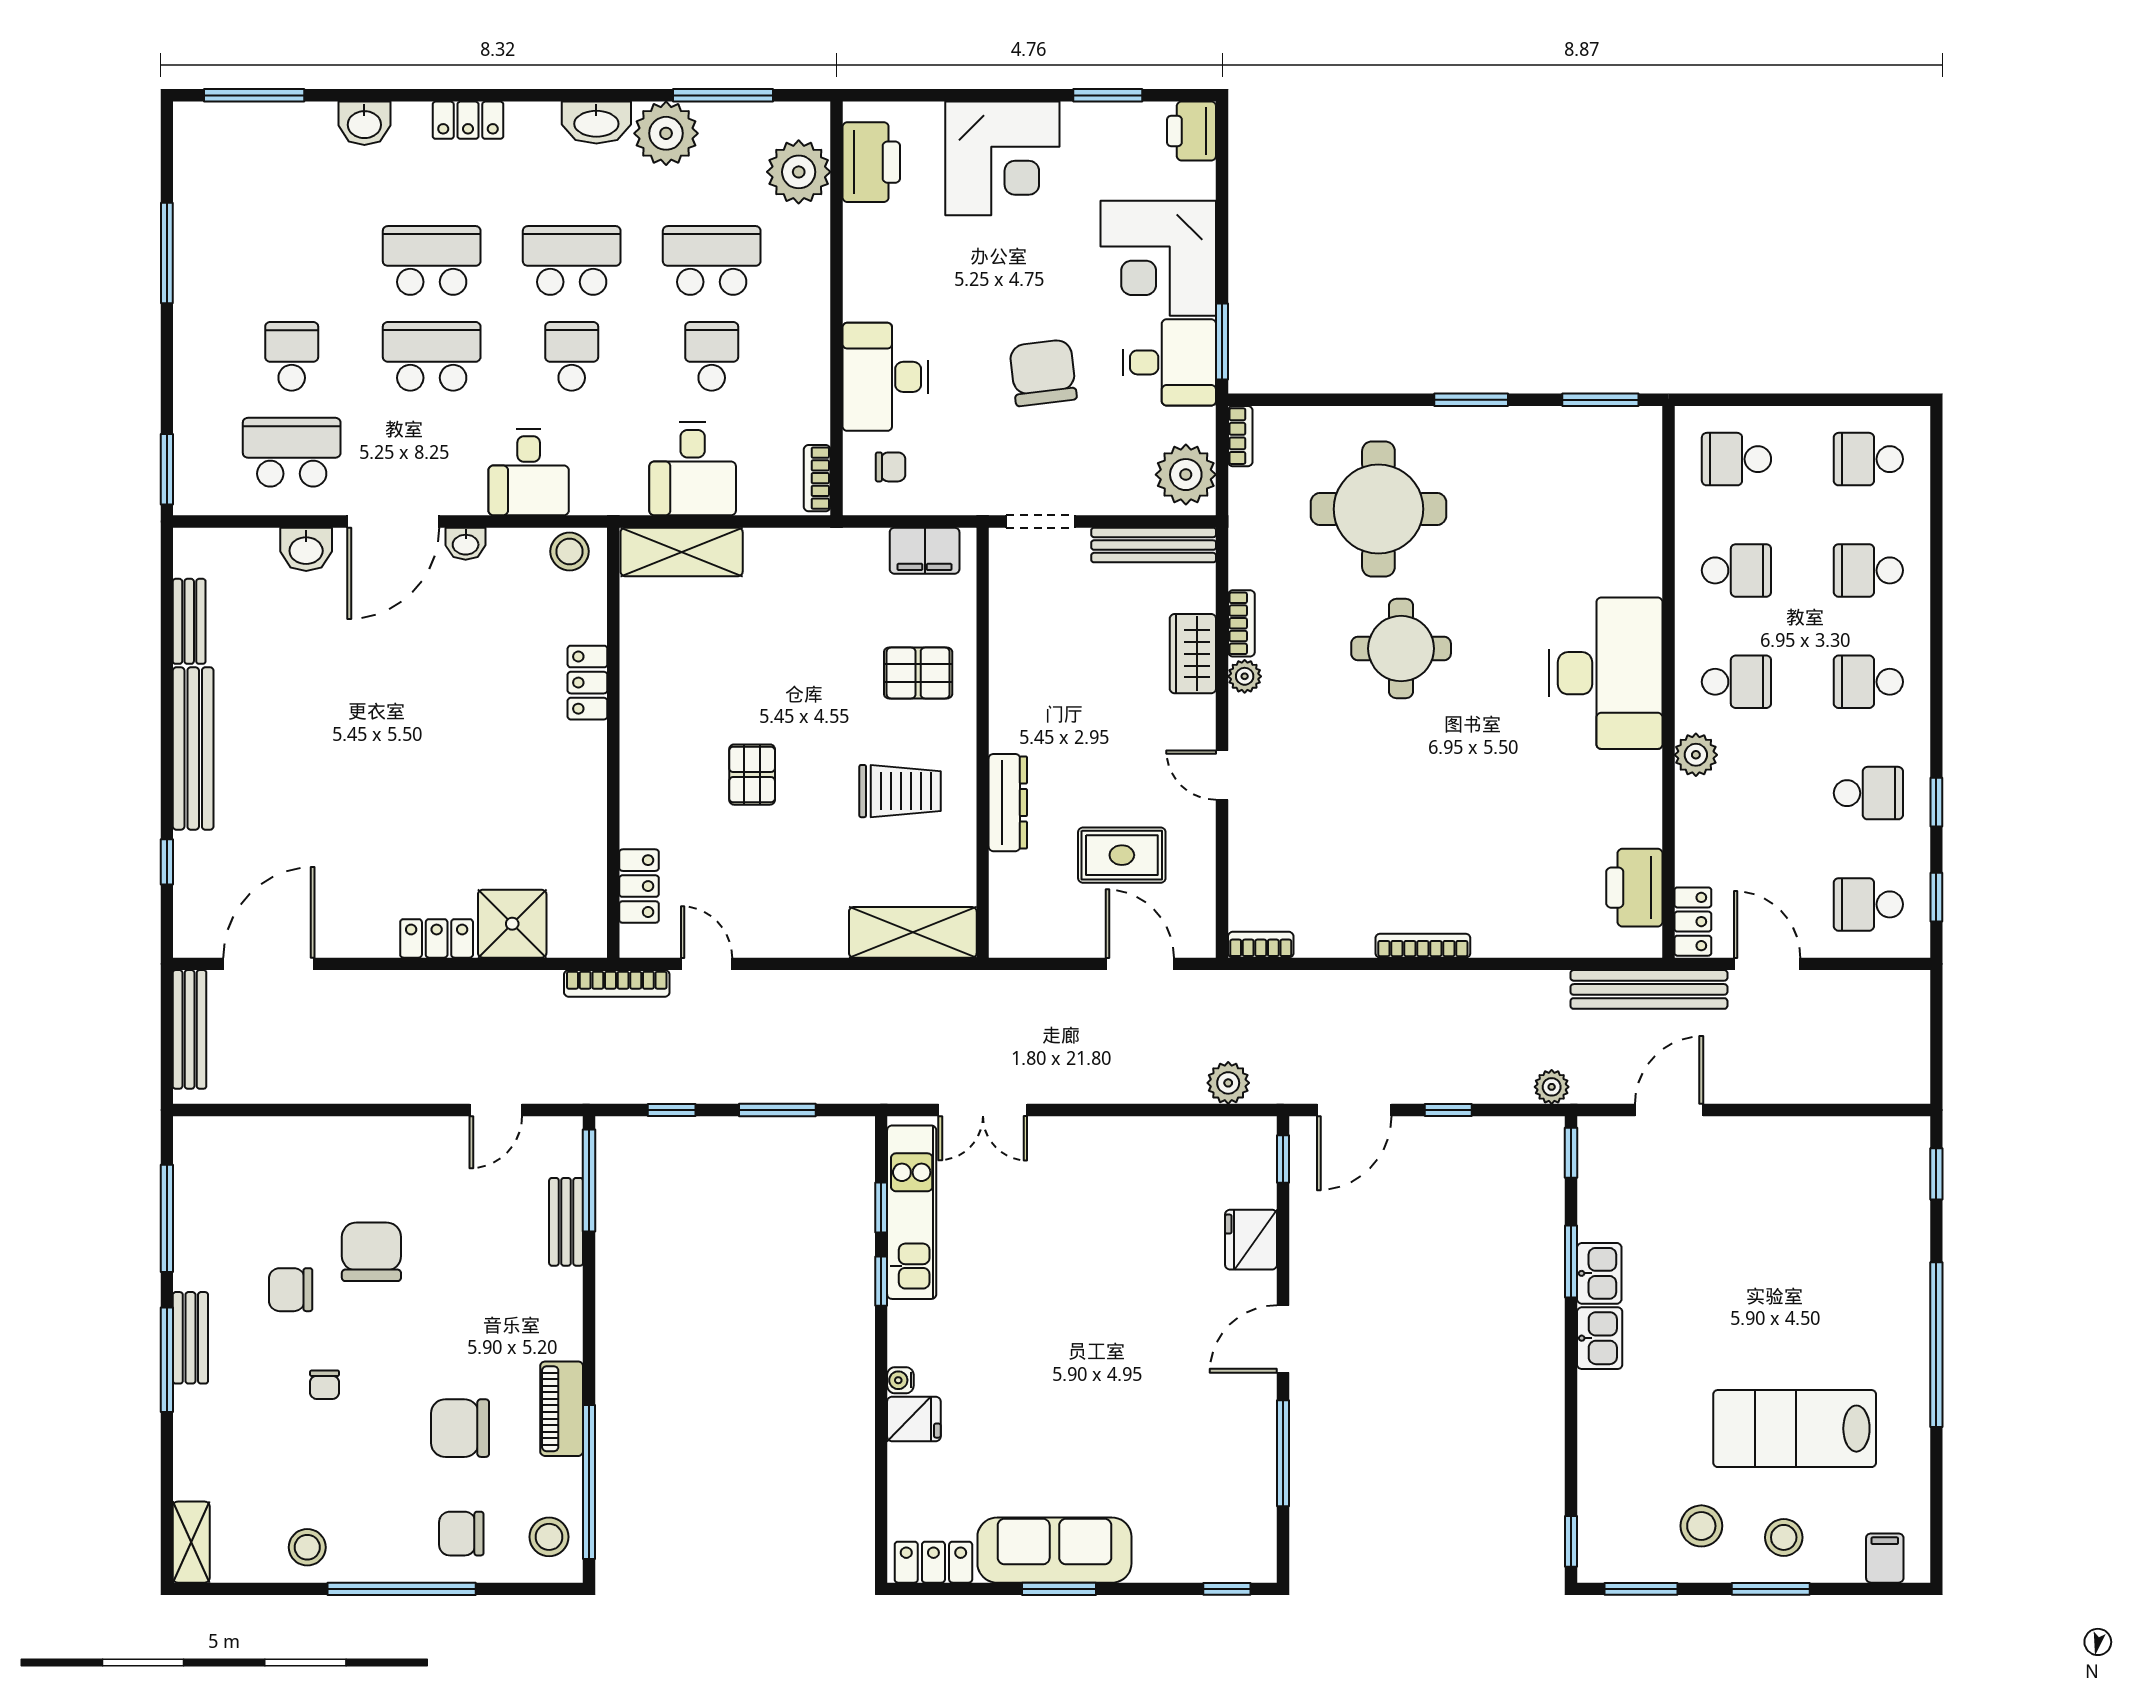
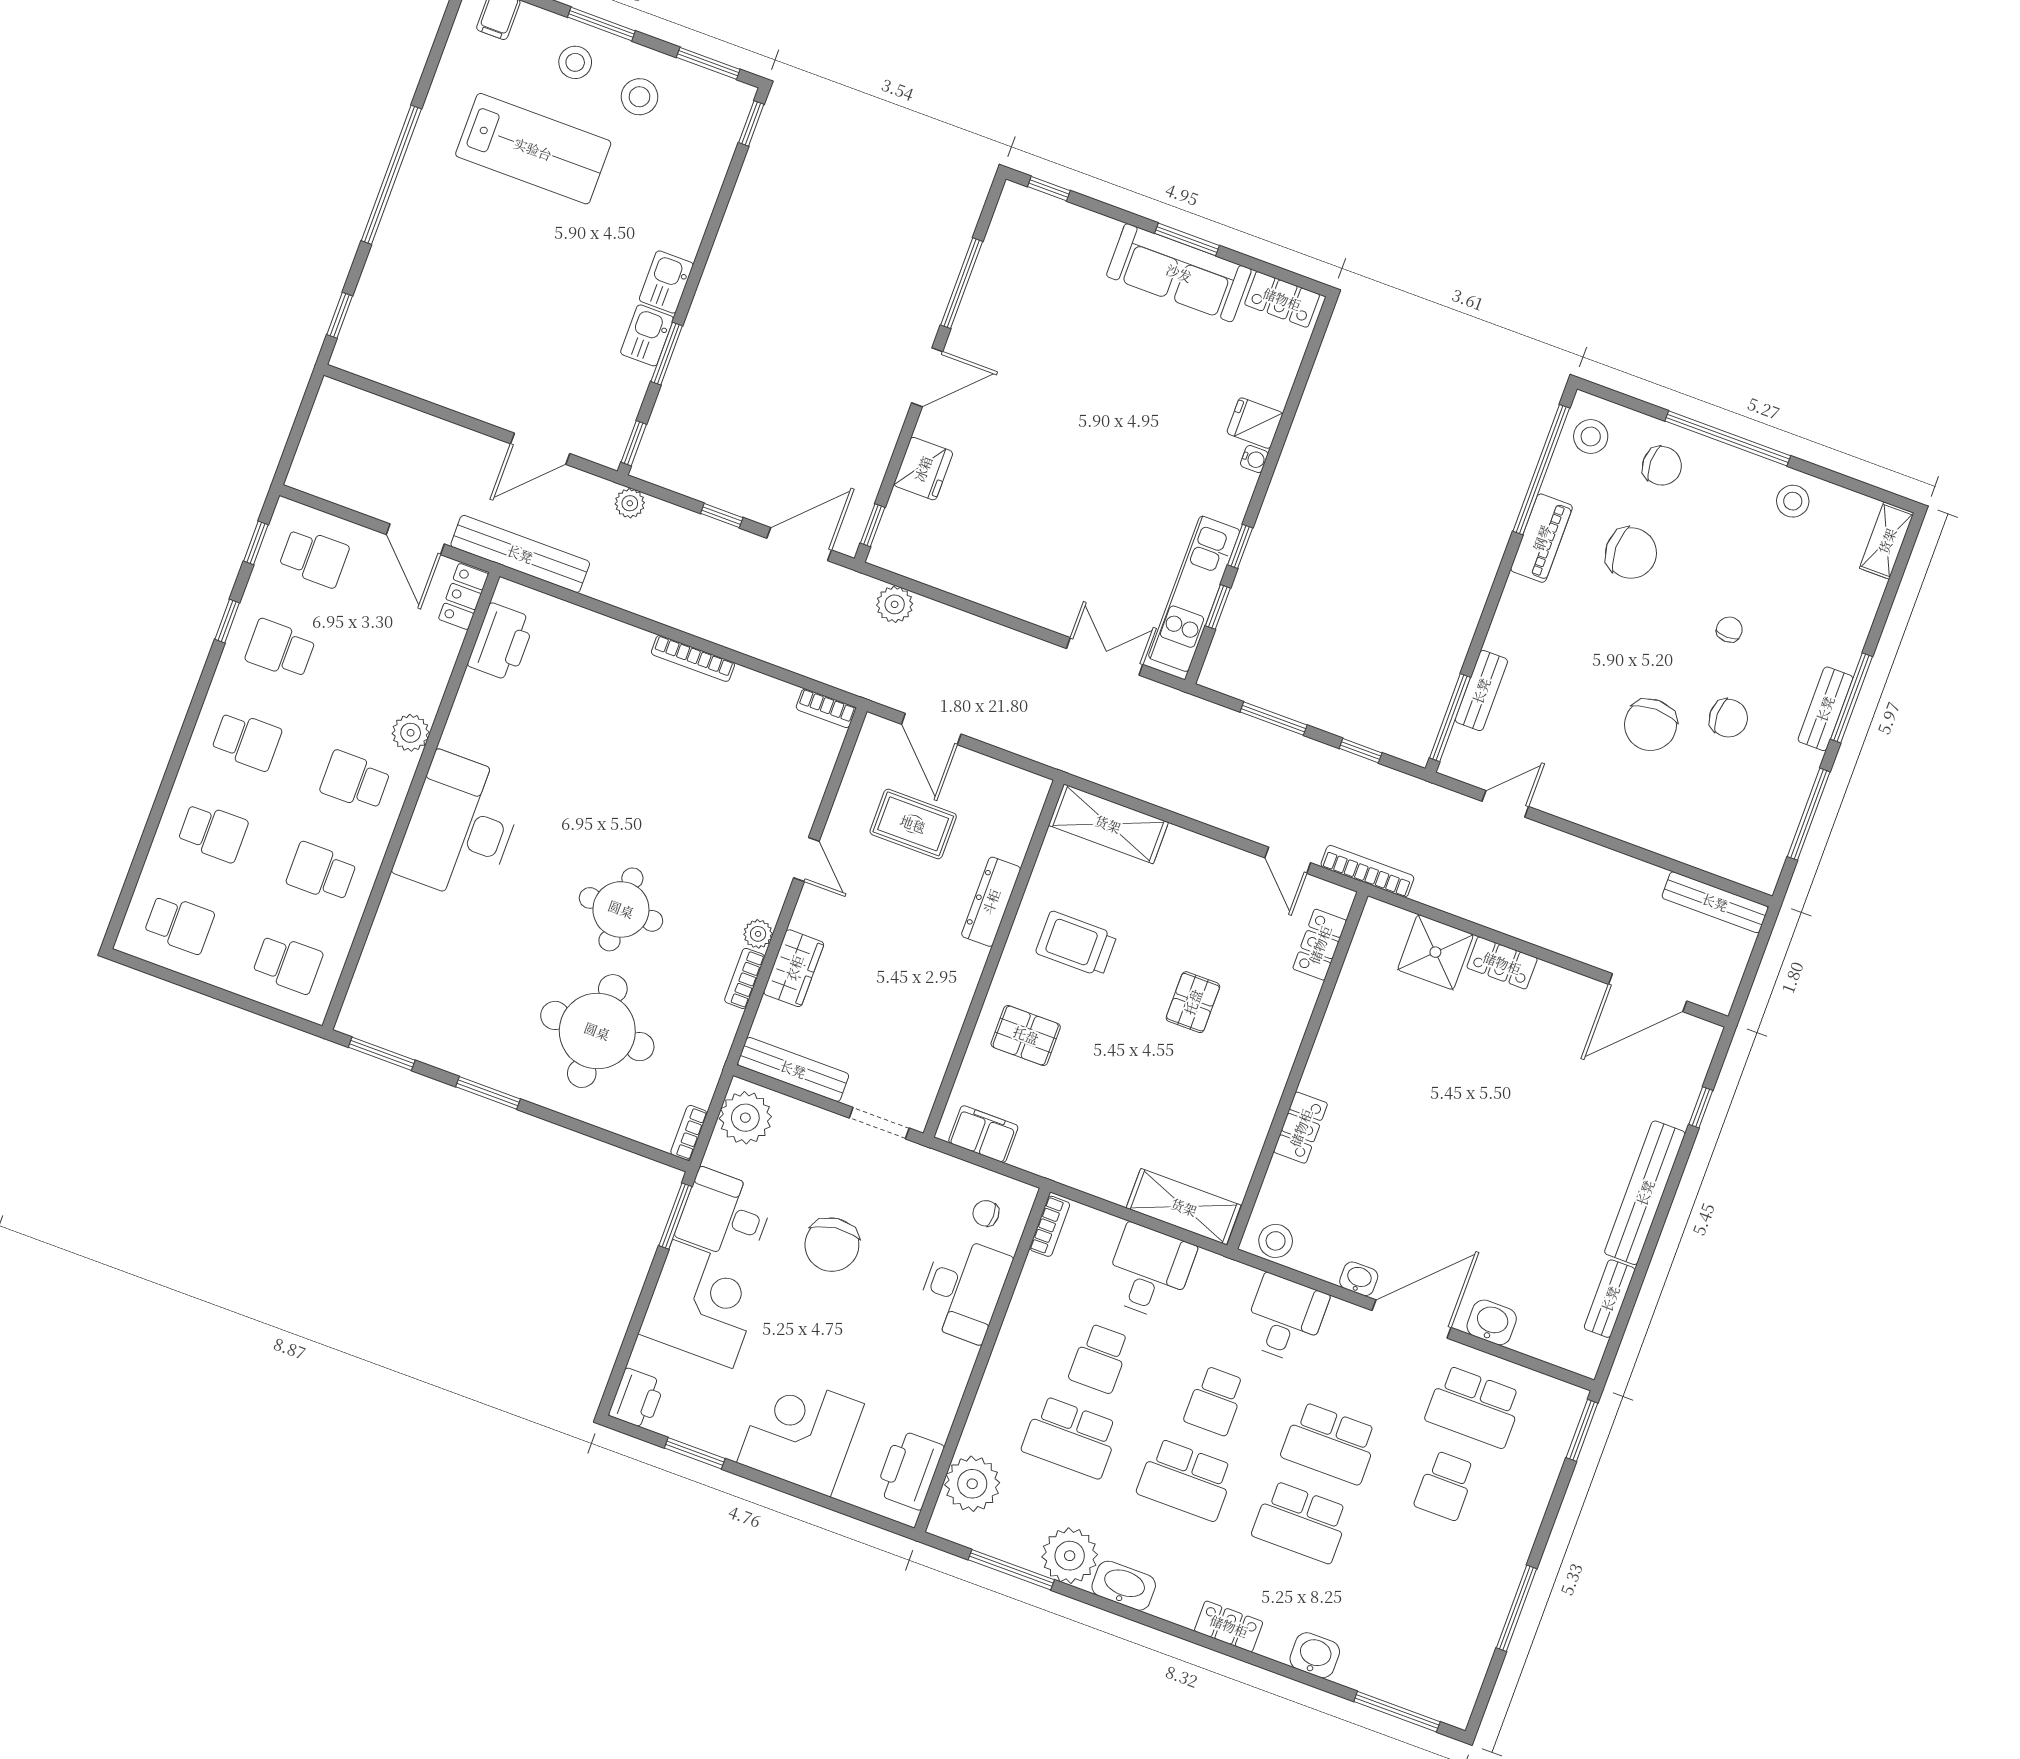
bench: (190, 1029) -> (1715, 902), moved, turned 90

